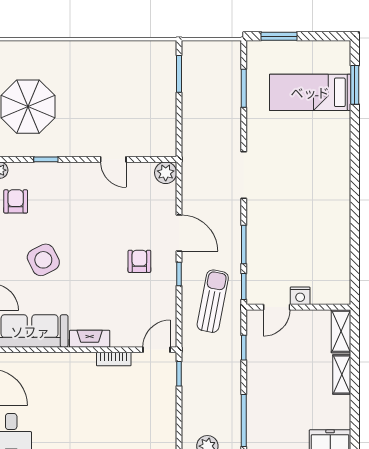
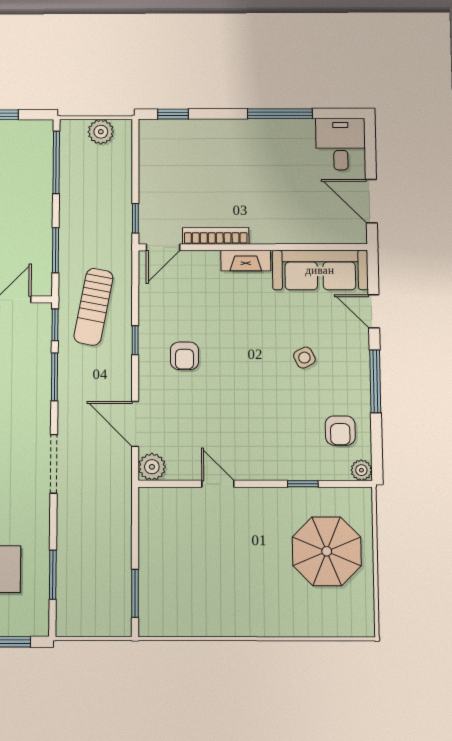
door: (179, 233) -> (135, 424), moved
side table: (43, 260) -> (304, 358), width x0.54, depth x0.54
window: (244, 348) -> (56, 250), width x1.50
bookcase: (114, 359) -> (216, 236), width x1.56

